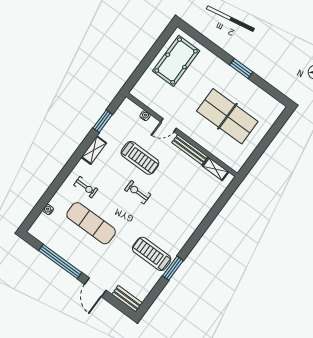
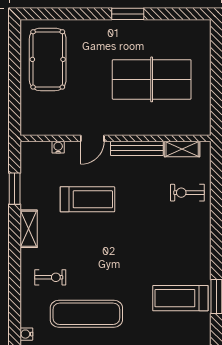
exercise bike: (138, 192) -> (187, 193), moved

